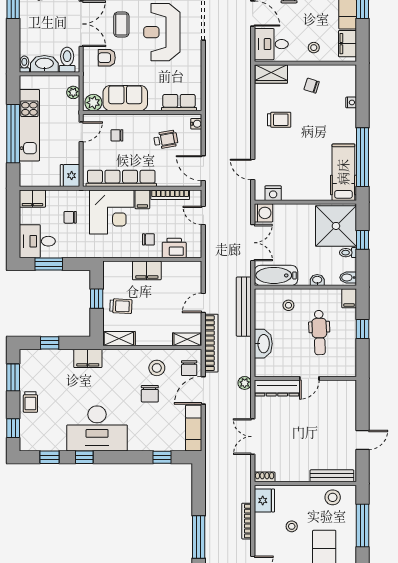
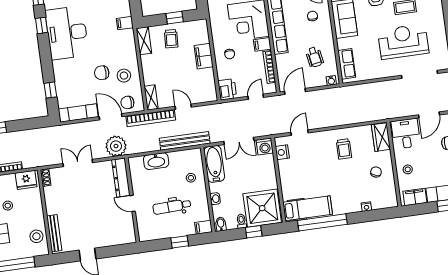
printer: (174, 248) -> (227, 89), moved
filing cabinet: (88, 358) -> (125, 23), width x0.50
plant: (245, 383) -> (116, 146), width x1.88, depth x1.88

